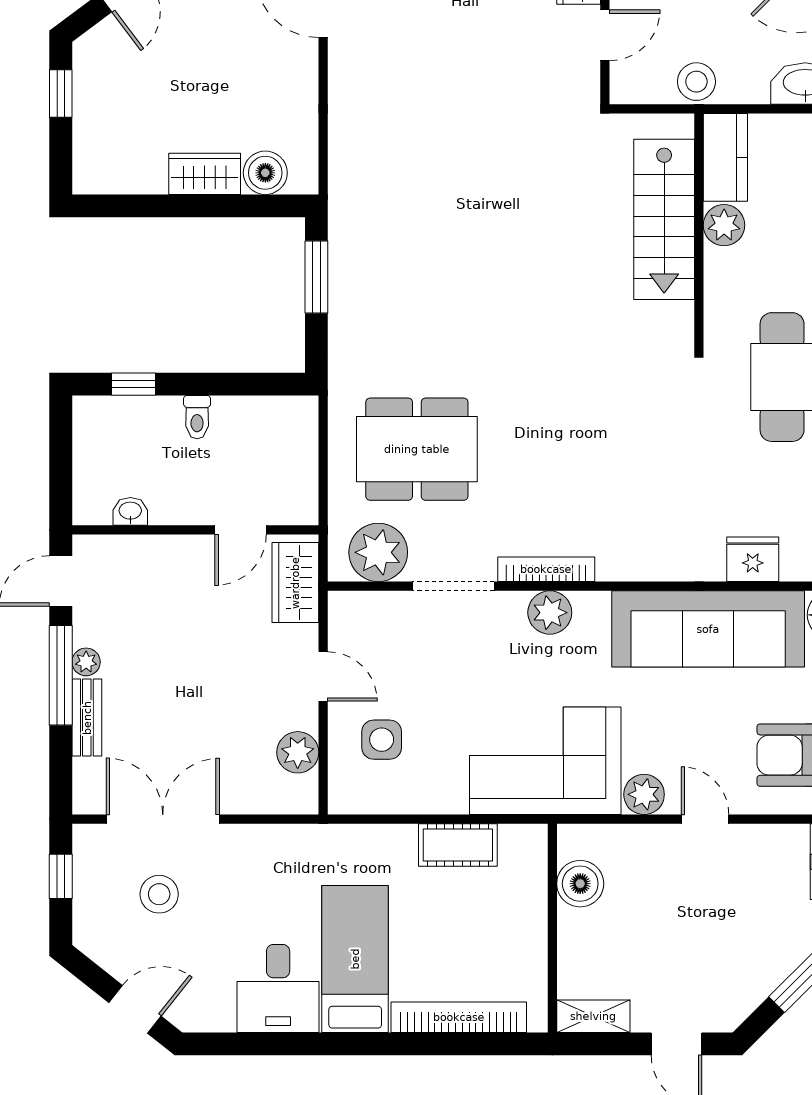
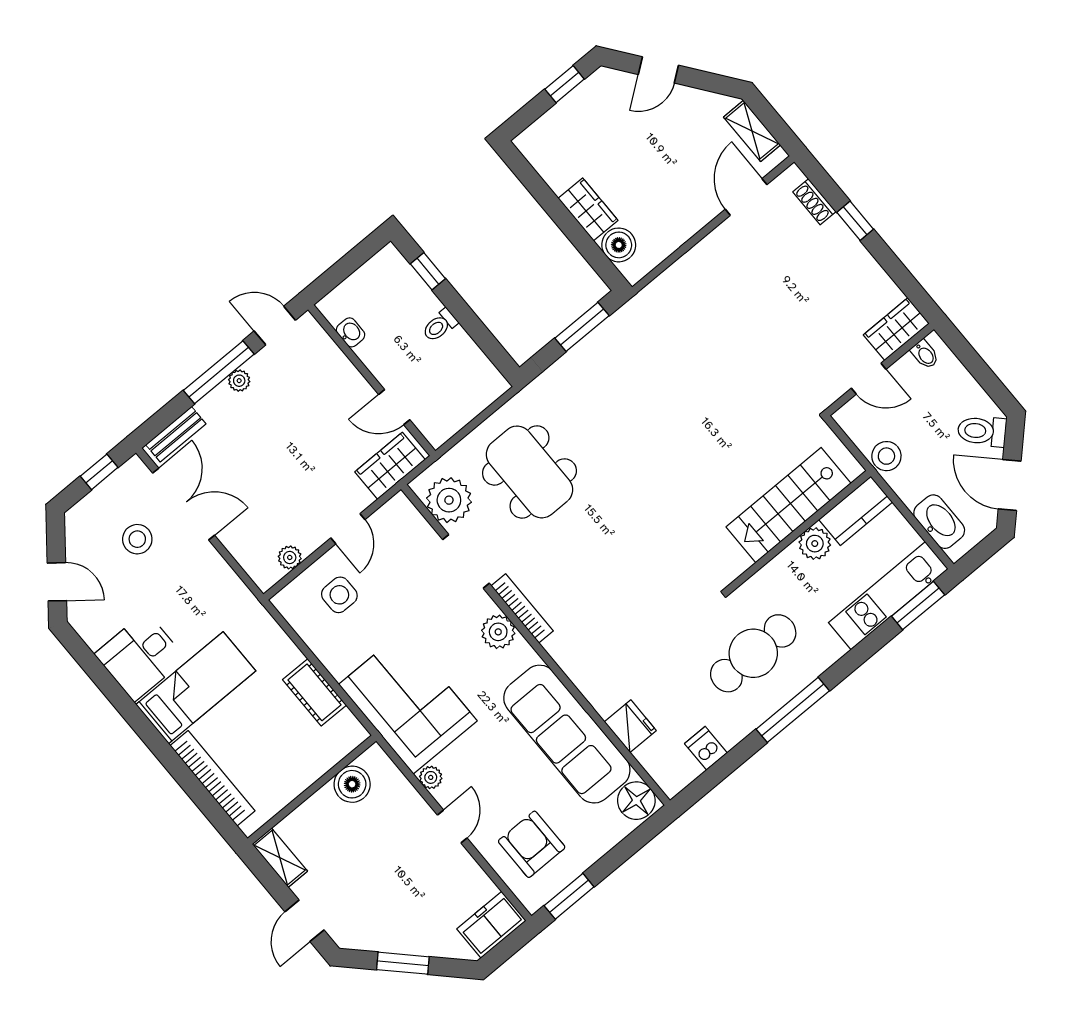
bench: (87, 718) -> (176, 434), moved
plant: (298, 752) -> (290, 557), width x0.73, depth x0.73
plant: (644, 794) -> (431, 777), width x0.73, depth x0.73

